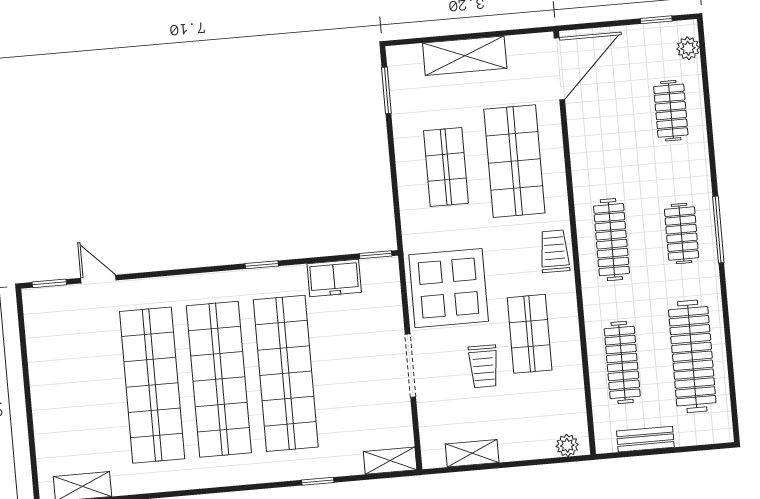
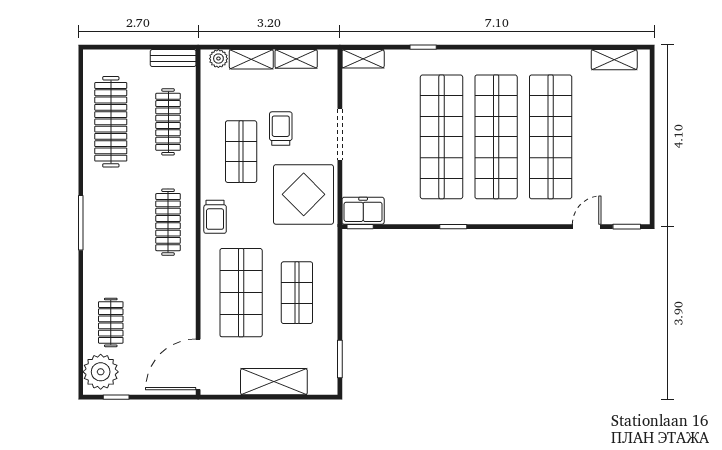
plant: (688, 48) -> (101, 372), width x1.88, depth x1.88
clothes rail: (682, 234) -> (111, 222), removed
freezer: (334, 278) -> (363, 211), moved
door: (98, 279) -> (587, 227), swing flipped
bench: (645, 439) -> (173, 58), moved
shelving: (527, 448) -> (251, 59), added

